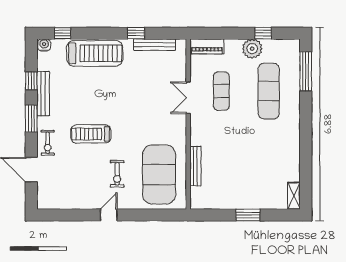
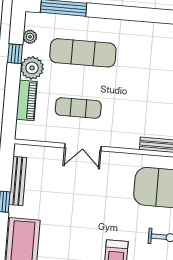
plant: (279, 45) -> (30, 37), added
piano: (207, 46) -> (27, 100), moved

